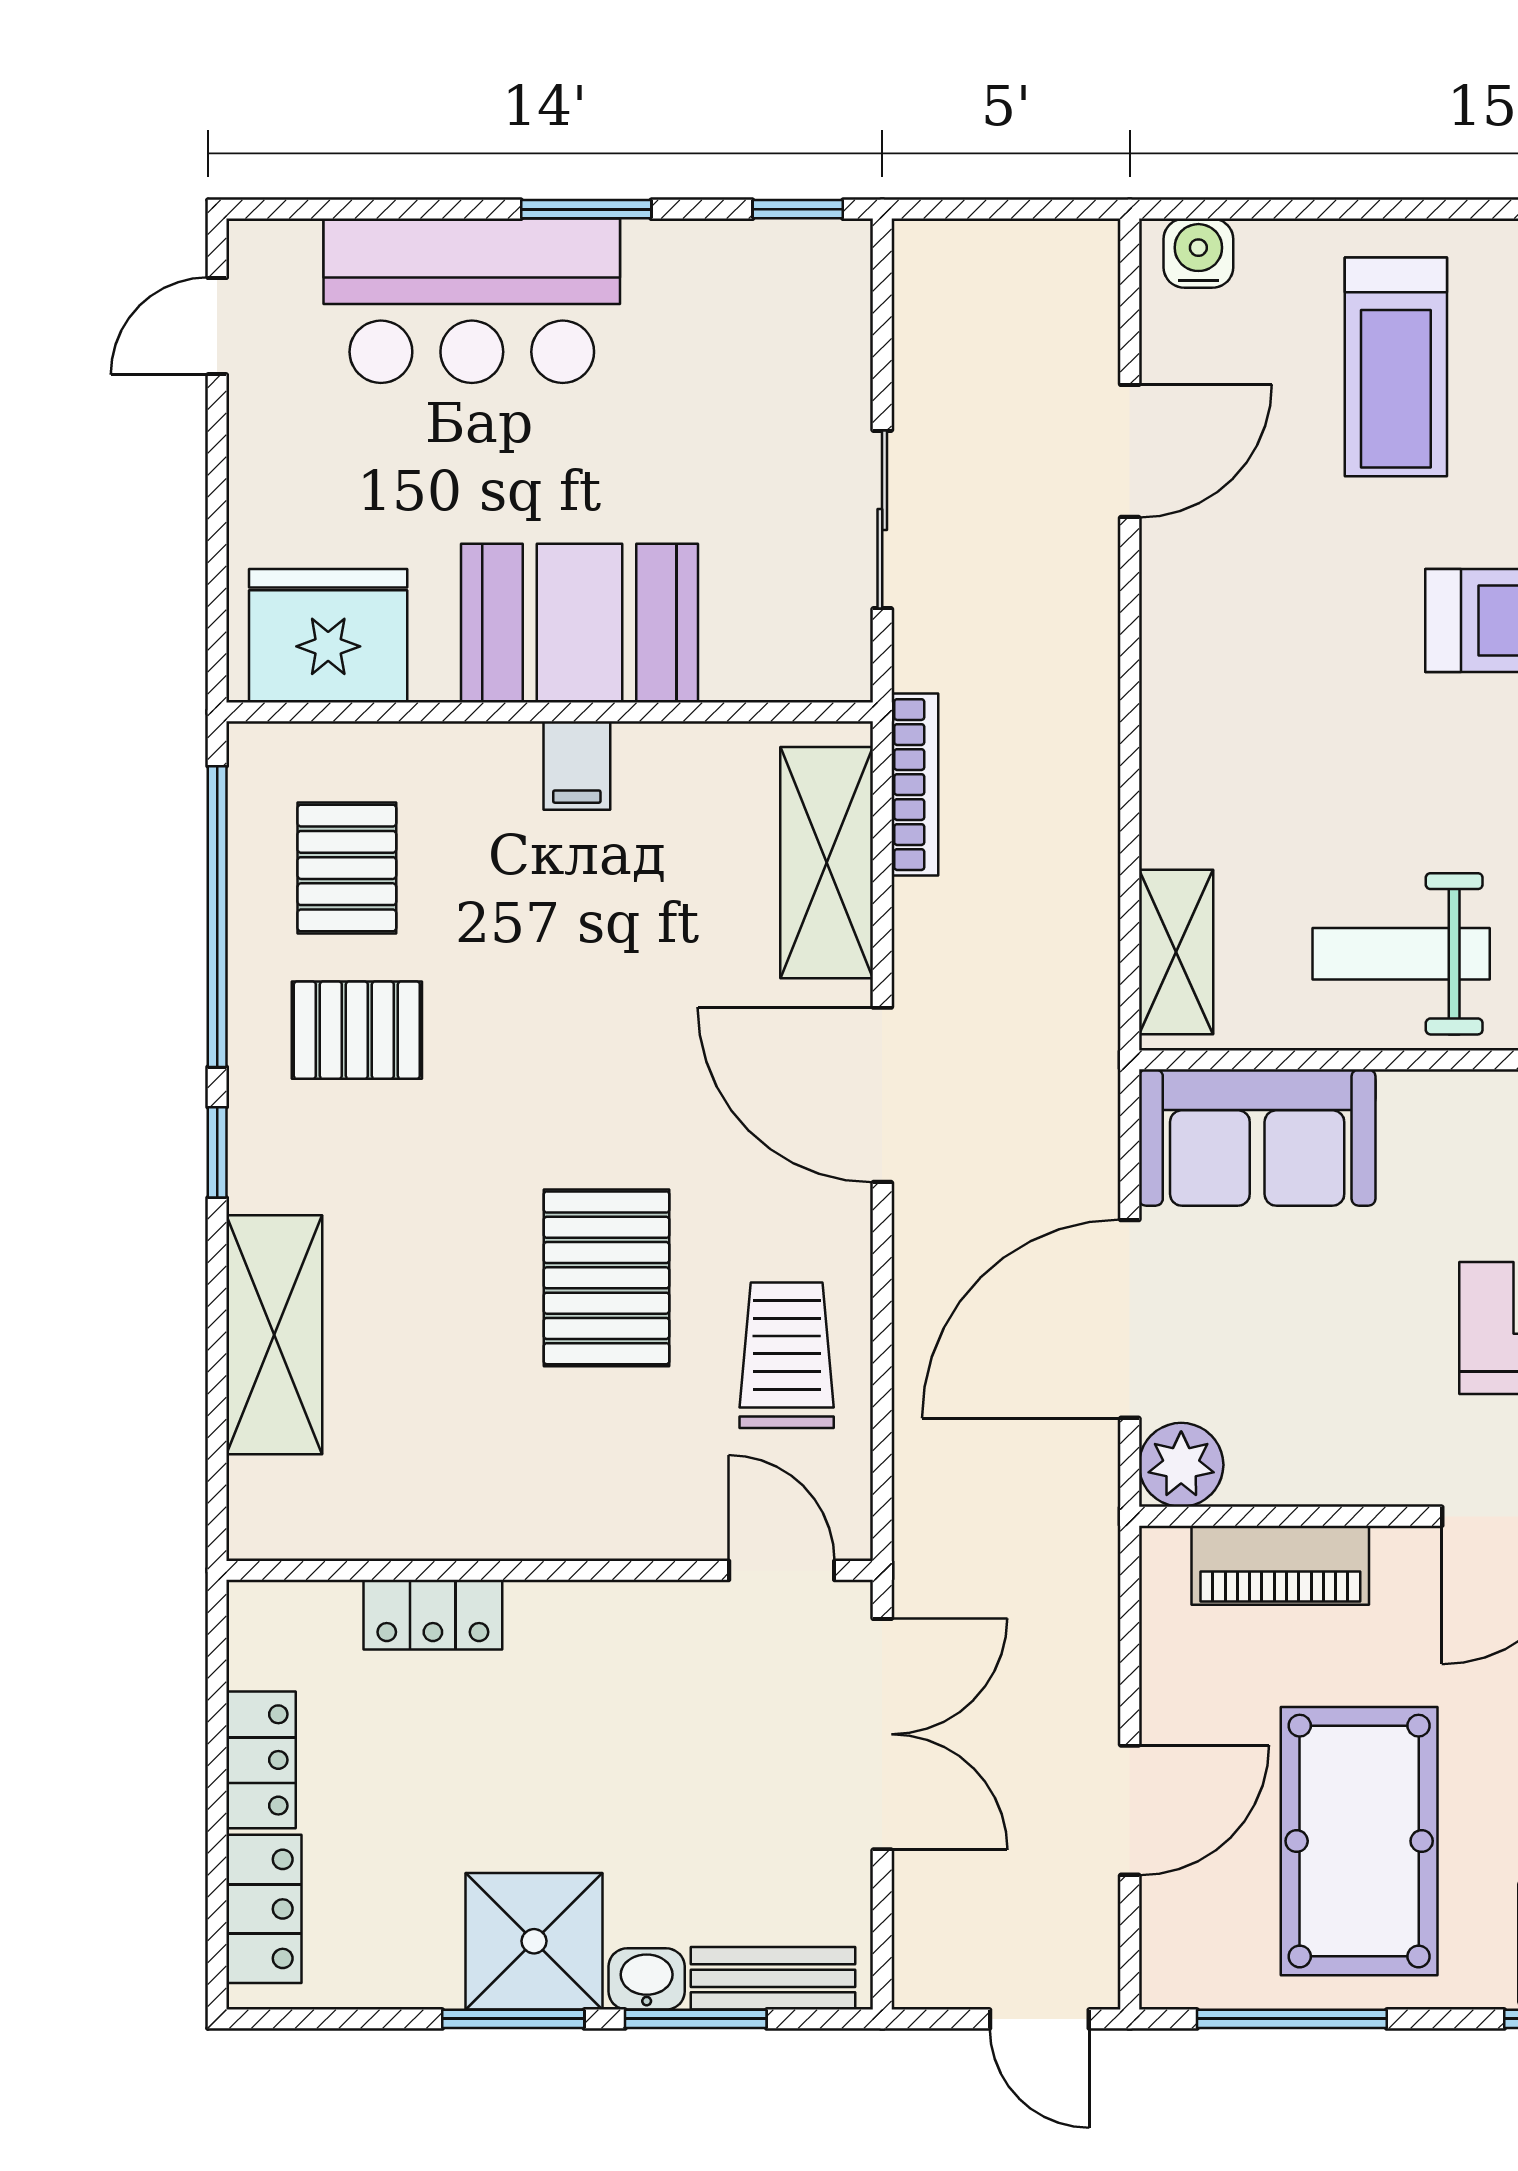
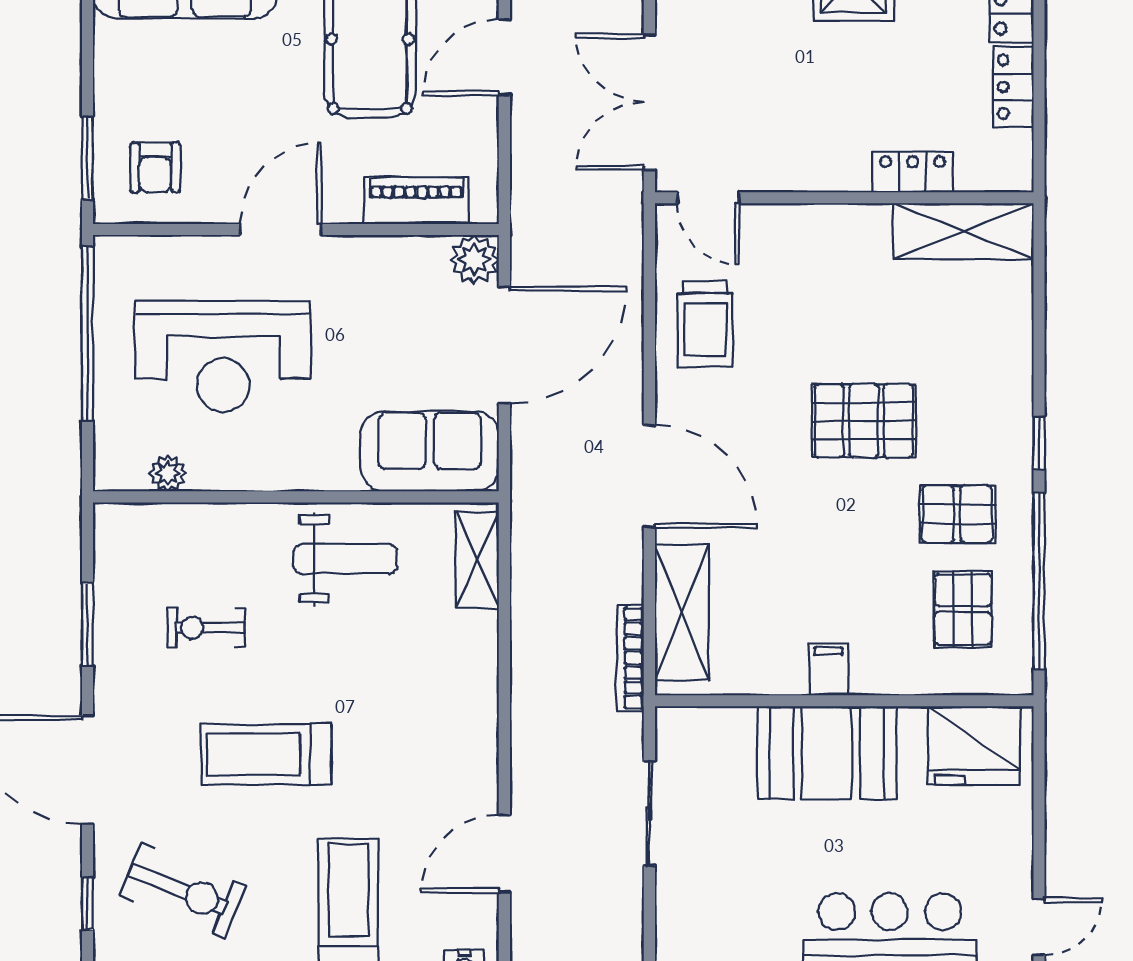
pallet: (606, 1278) -> (864, 421), moved, turned 90
shelving: (274, 1335) -> (964, 231), moved, turned 90

